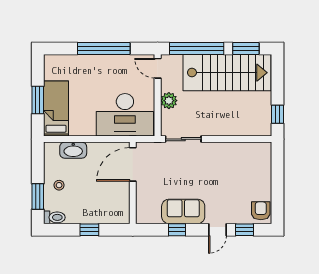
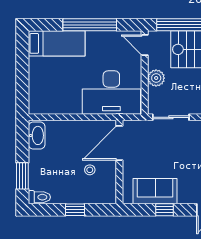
window: (38, 100) -> (22, 77), removed
bed: (56, 108) -> (57, 43), moved, turned 90
washbasin: (73, 150) -> (37, 135), moved, turned -90
stool: (59, 185) -> (90, 170), moved
sofa: (183, 211) -> (155, 191), moved

